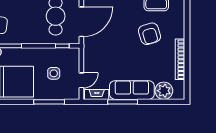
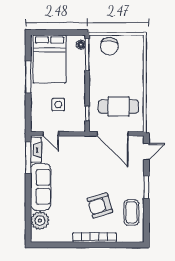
bookcase: (180, 59) -> (94, 238), moved
window: (49, 102) -> (28, 77), moved
window: (123, 102) -> (28, 158), moved

